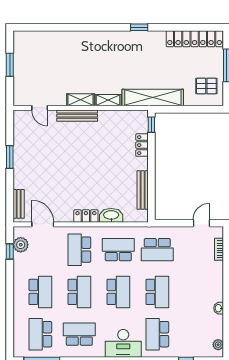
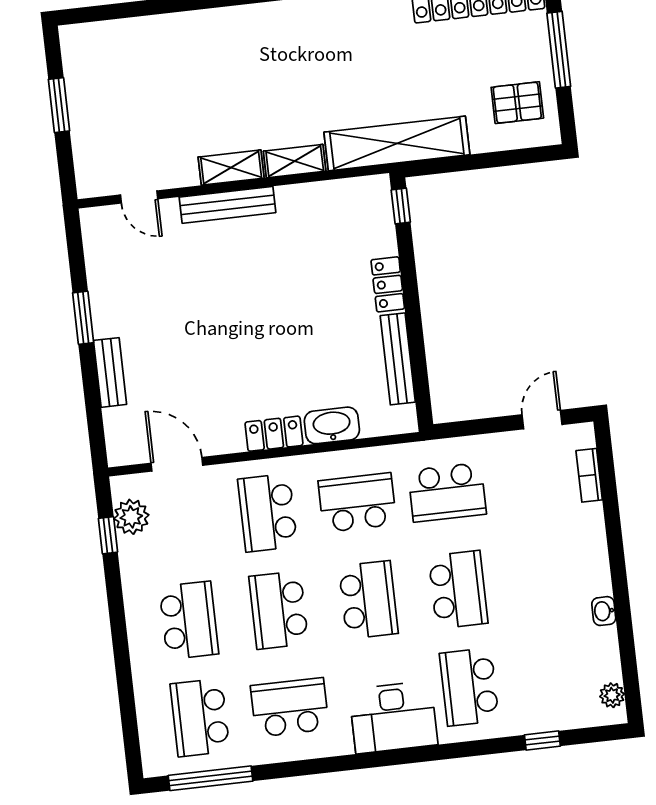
locker: (142, 145) -> (388, 284), moved
bench: (19, 204) -> (110, 372), moved
school desk: (79, 292) -> (279, 610), turned 180

